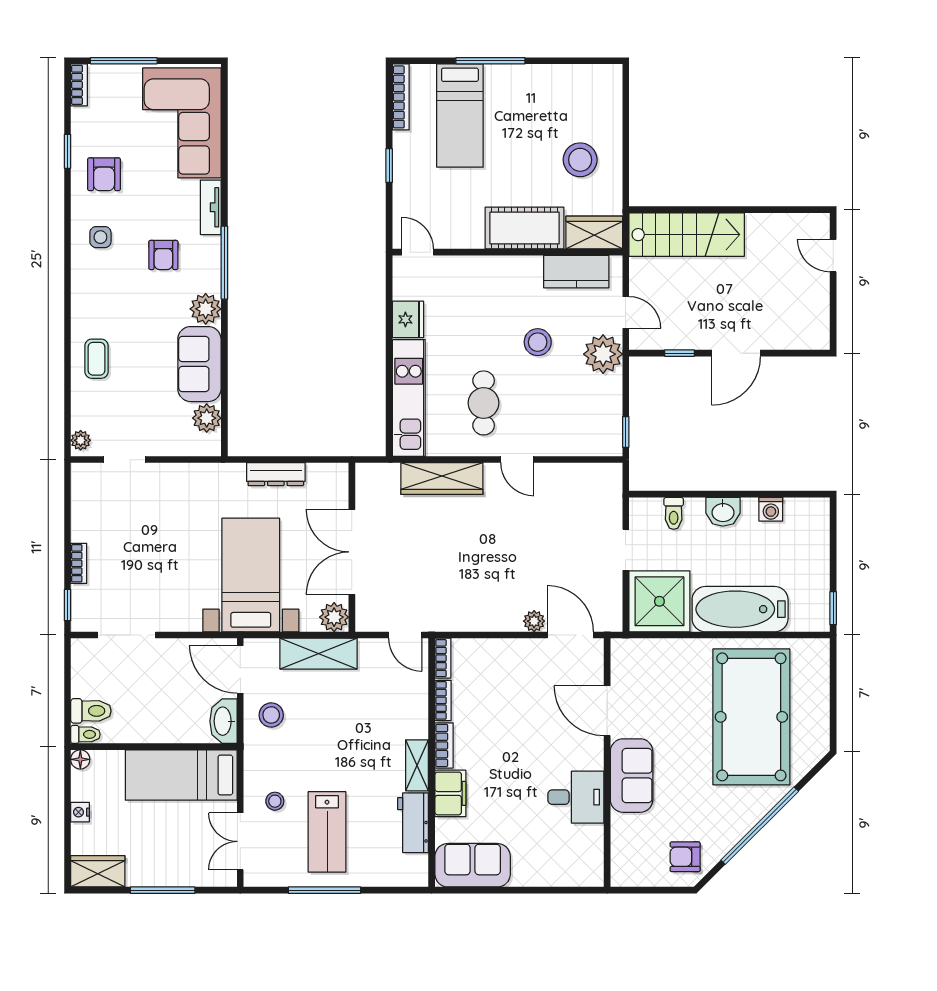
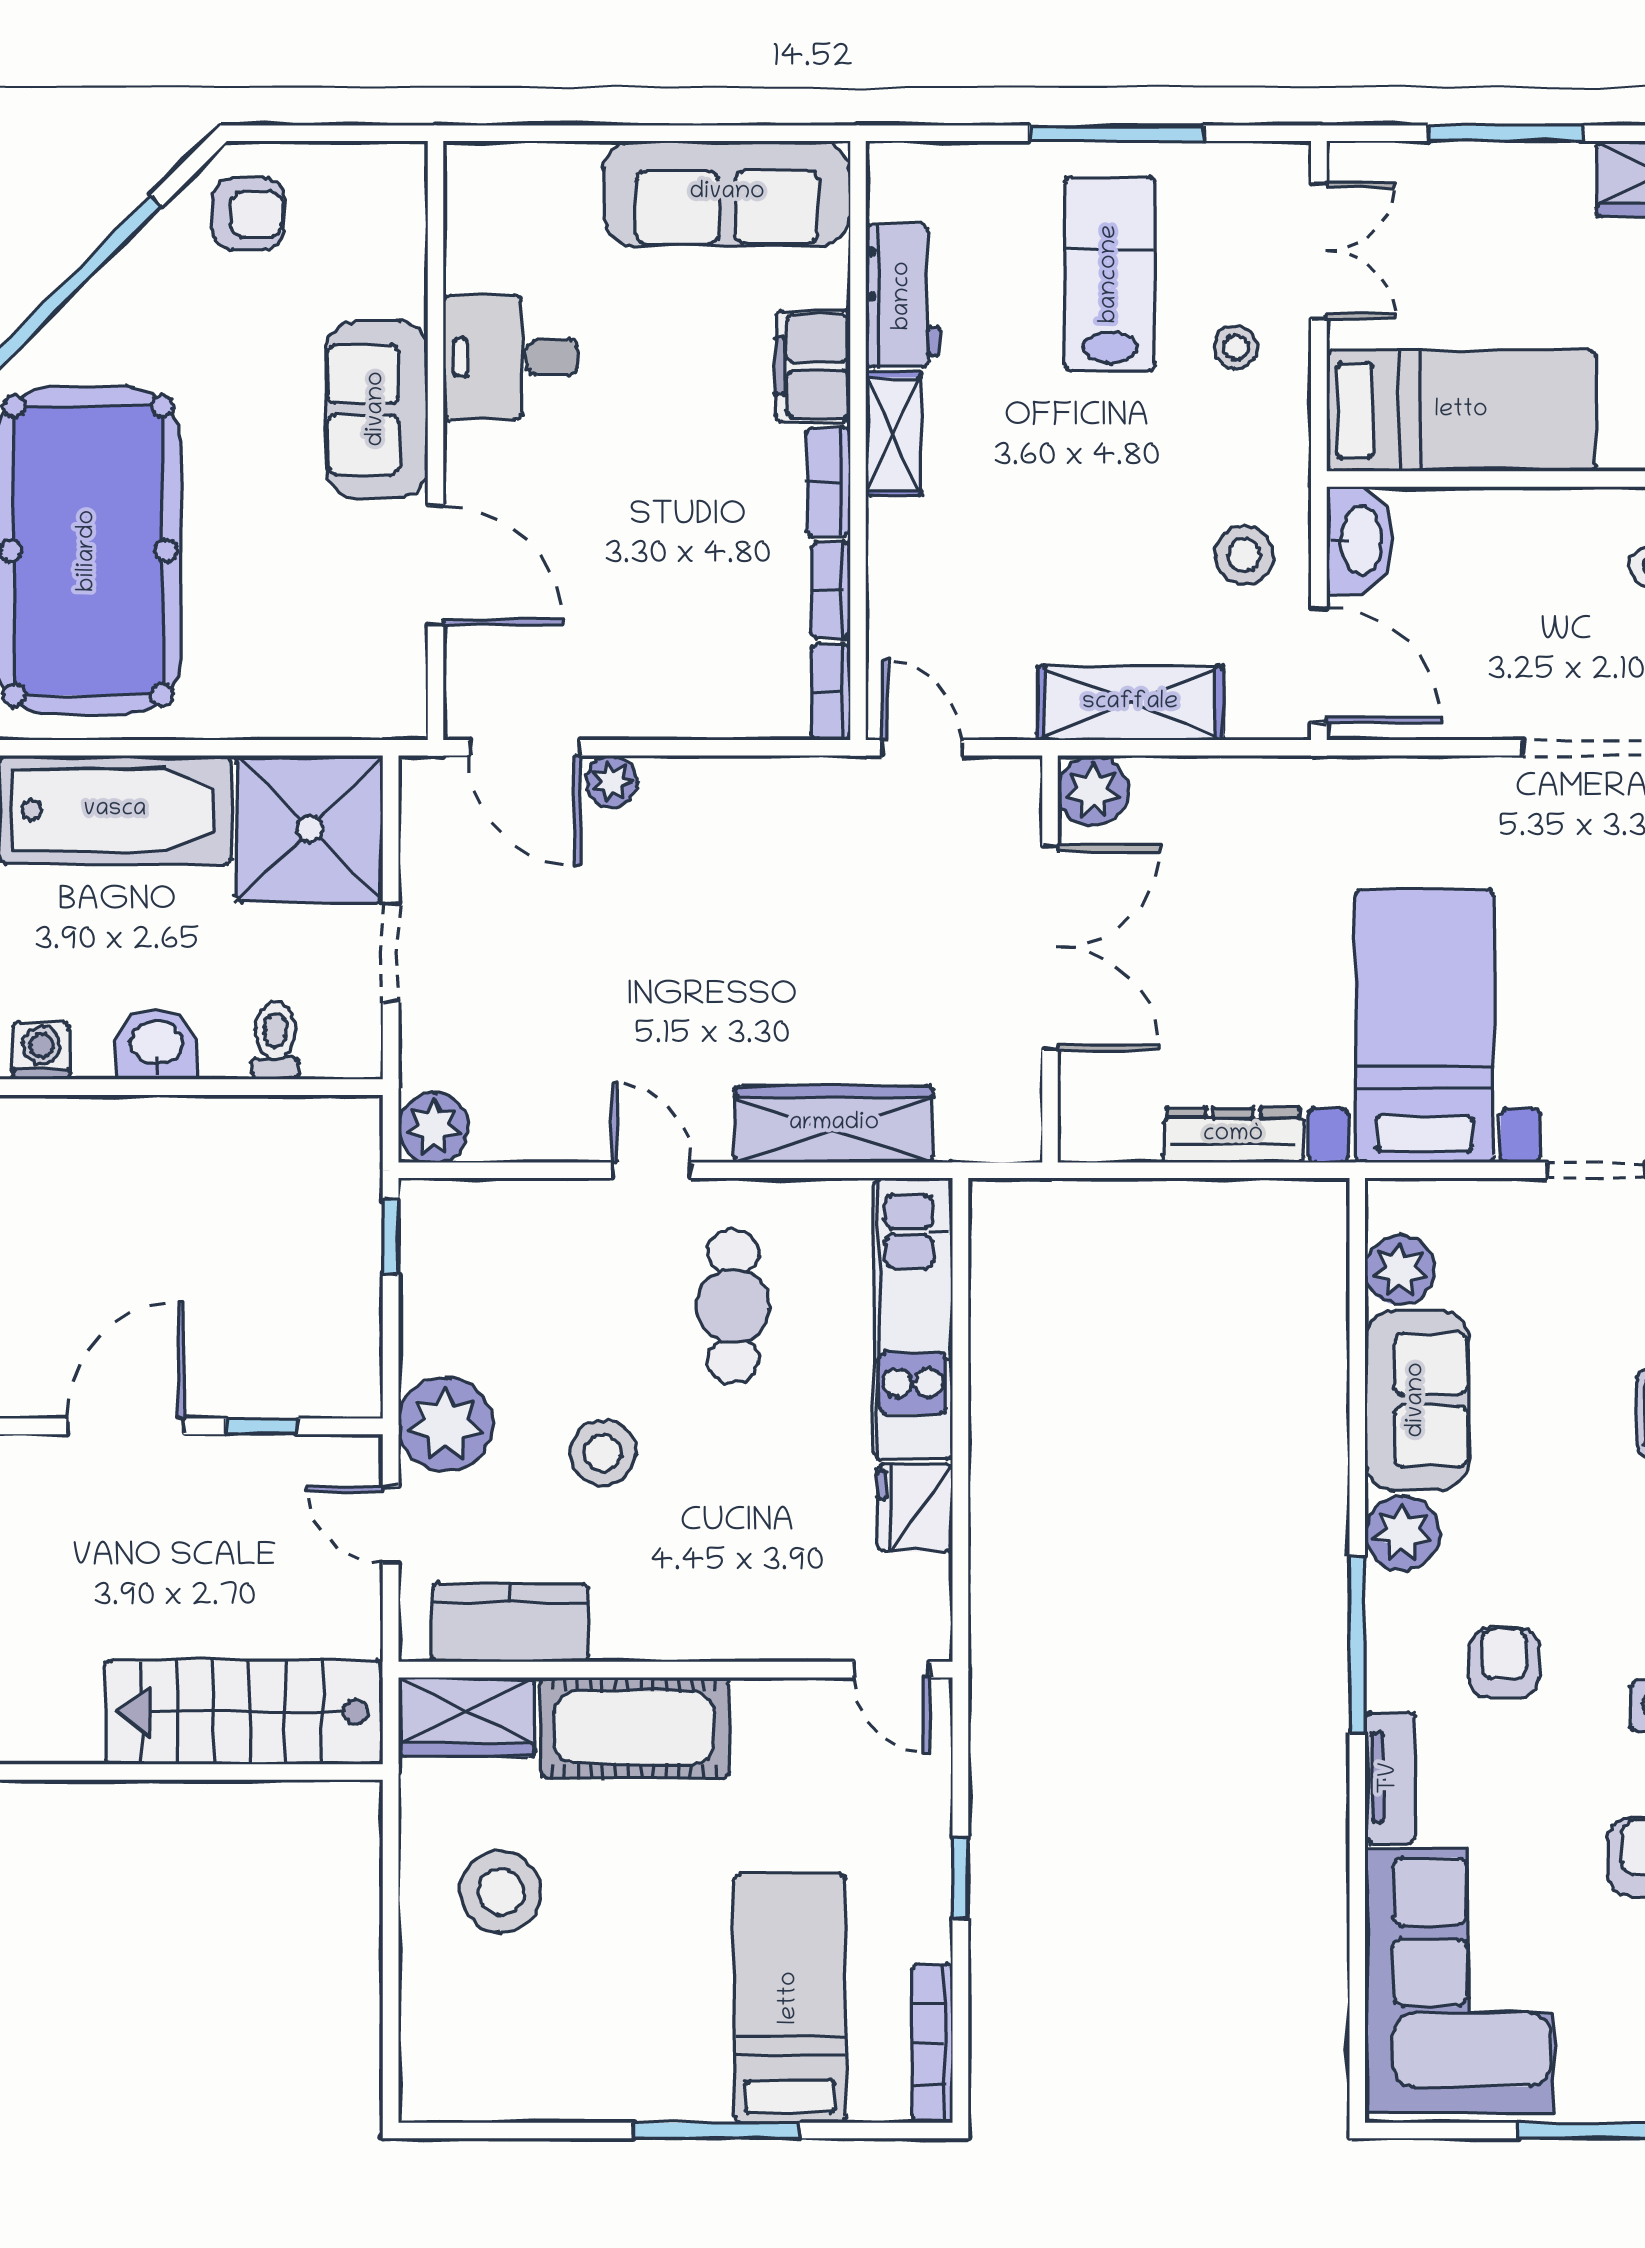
plant: (608, 477) -> (433, 1127), added
bed with nightstands: (251, 575) -> (1424, 1026), moved, turned 180
sofa: (473, 865) -> (727, 193), width x1.36

